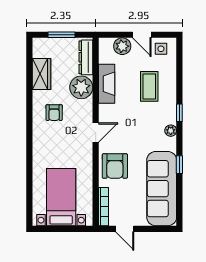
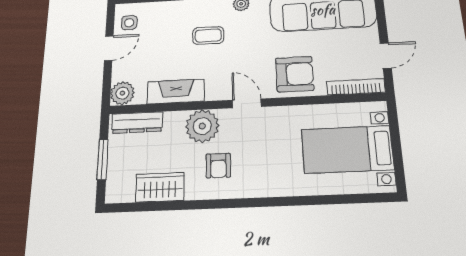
plant: (122, 46) -> (122, 93), moved
coffee table: (149, 86) -> (208, 35), moved, width x0.73, depth x0.77
plant: (81, 87) -> (202, 126), moved
armchair: (54, 113) -> (218, 166), turned 90

